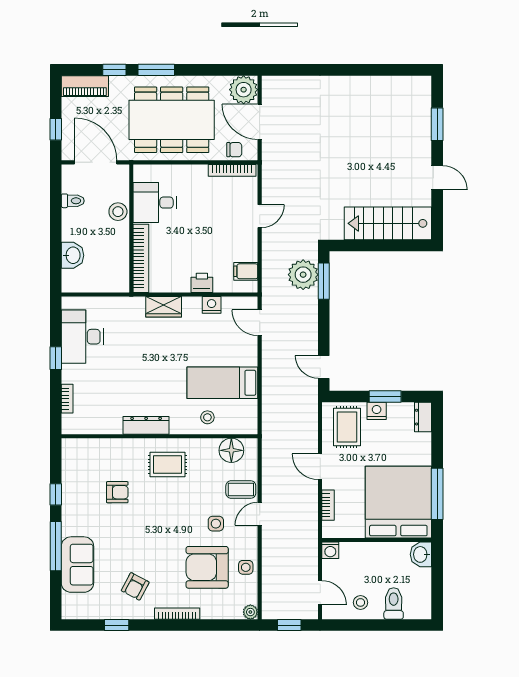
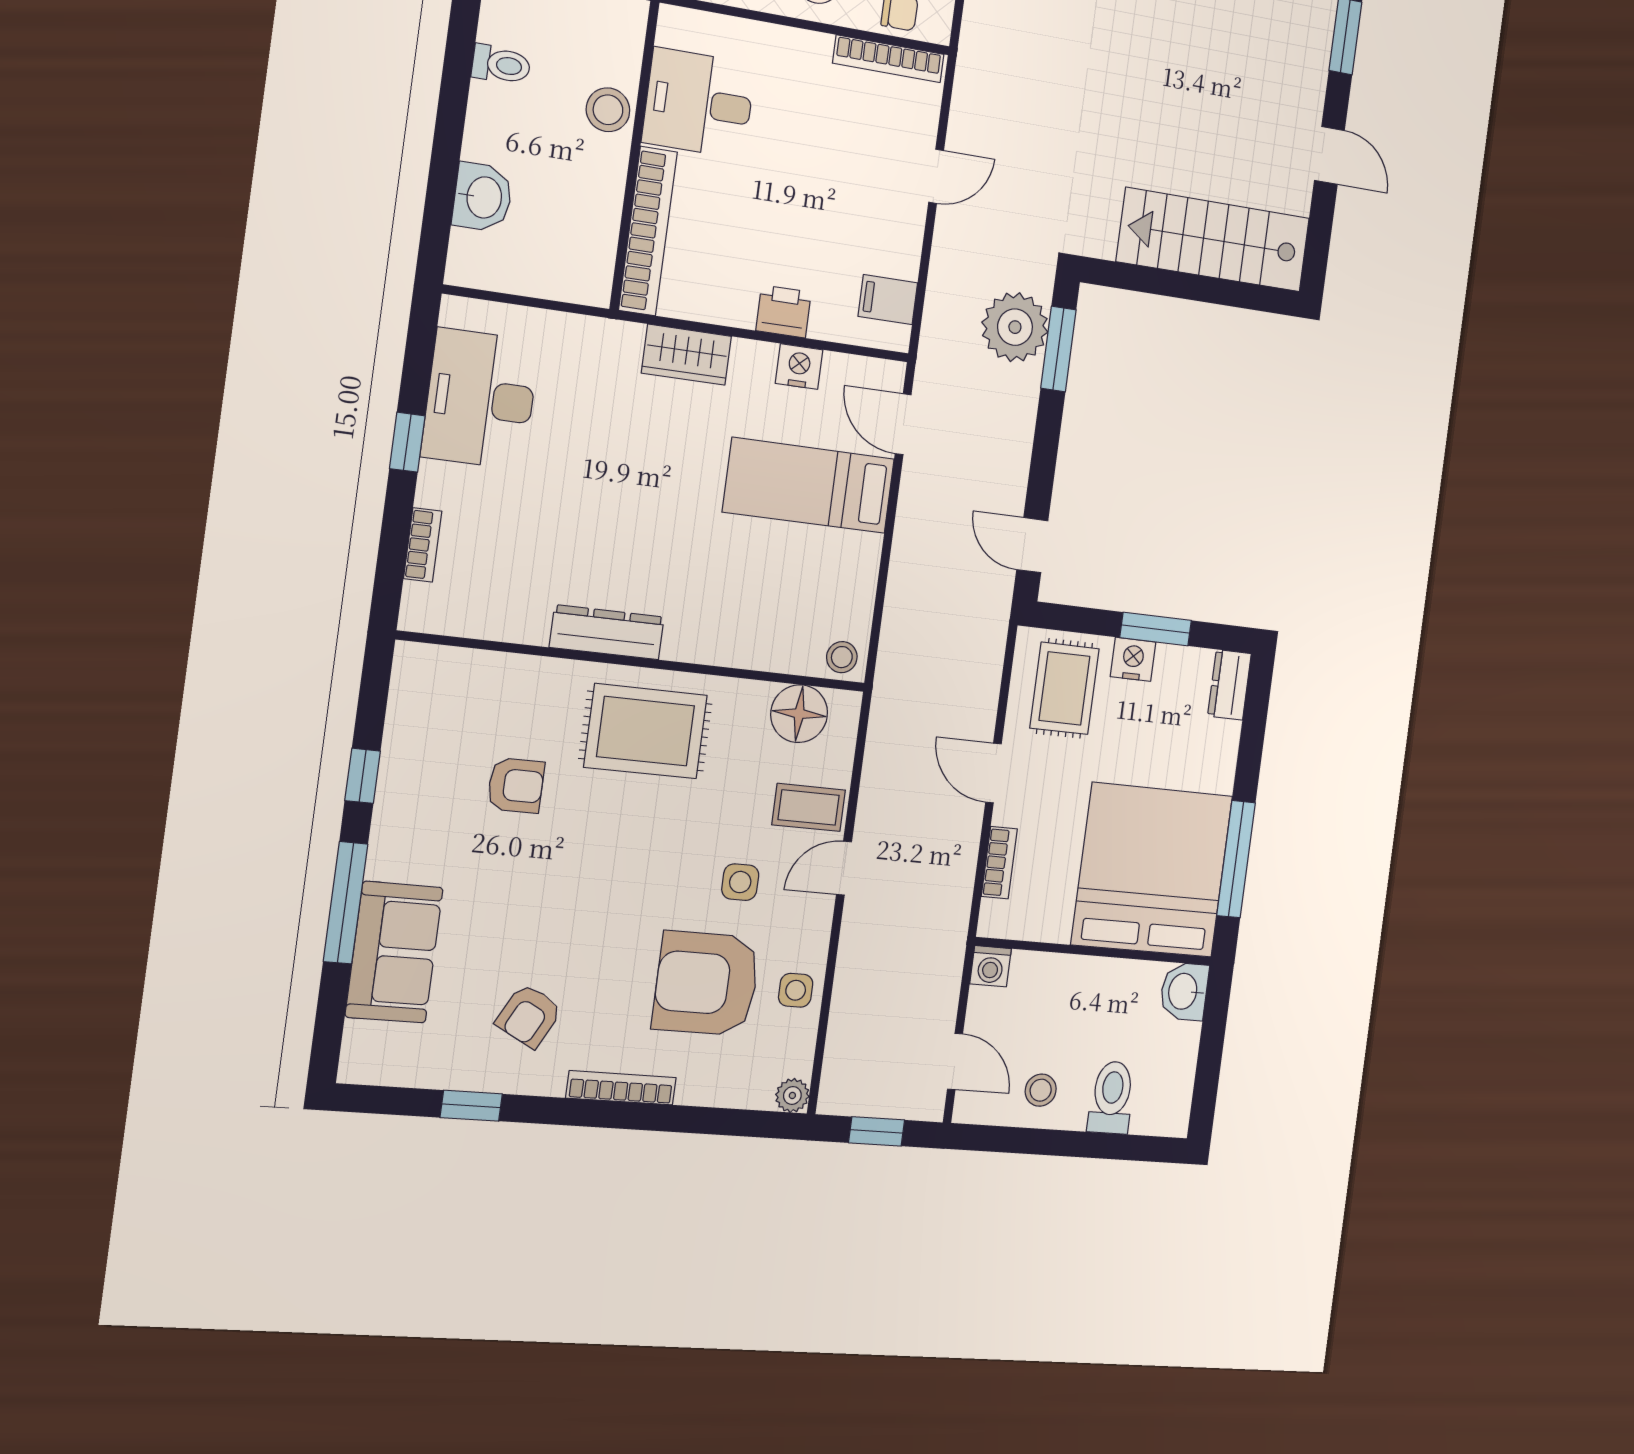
bed: (222, 383) -> (809, 485), moved
stool: (207, 417) -> (842, 657), moved
rug: (168, 464) -> (646, 731), width x1.36, depth x1.43

